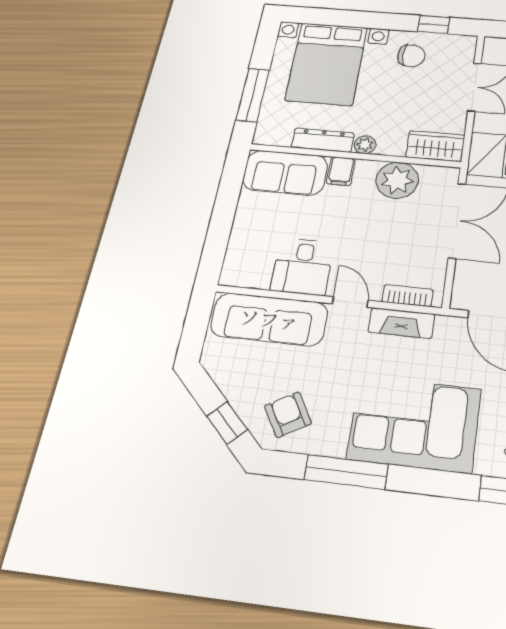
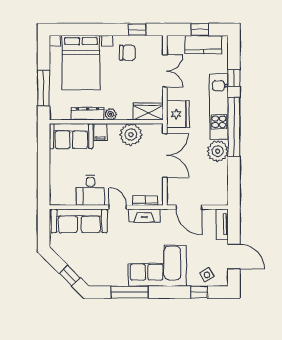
armchair: (288, 415) -> (98, 268), removed

